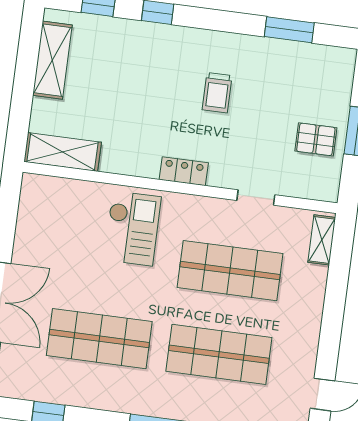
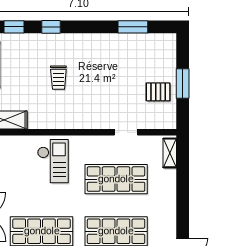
trolley: (217, 93) -> (58, 78), moved
locker: (184, 171) -> (80, 122), removed

